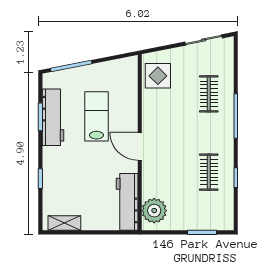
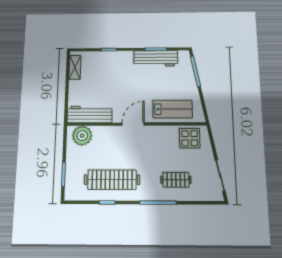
lab bench: (97, 116) -> (173, 109), moved
clothes rail: (209, 172) -> (112, 180), width x1.86, depth x1.31

